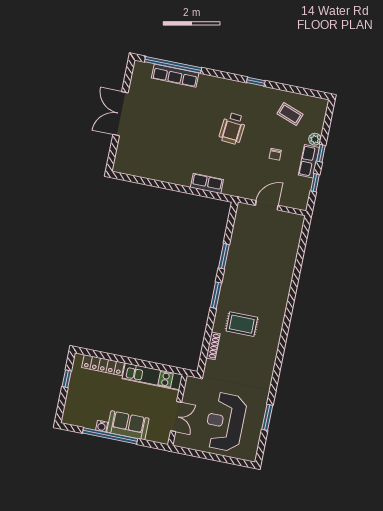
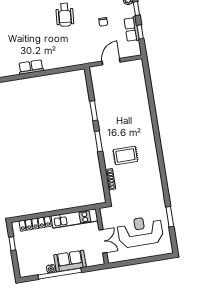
row of seats: (309, 161) -> (132, 29), moved
row of seats: (207, 184) -> (31, 67), moved
reception desk: (225, 422) -> (140, 232), turned 90

